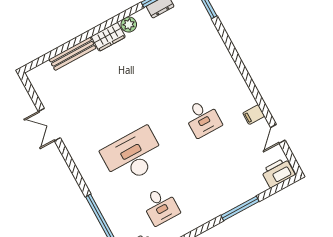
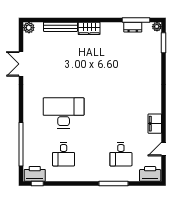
plant: (129, 24) -> (29, 28), moved
filing cabinet: (254, 115) -> (155, 124), width x2.00
desk: (202, 118) -> (121, 154), moved

